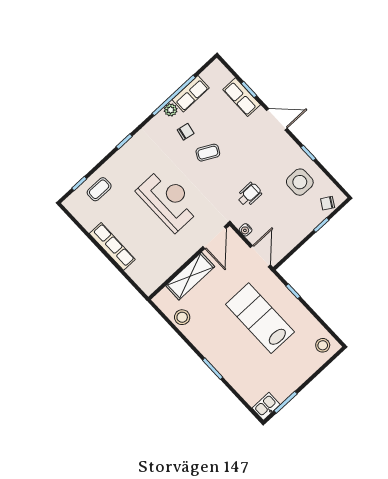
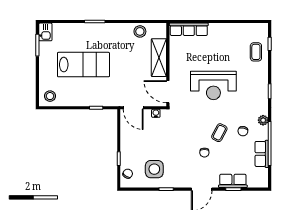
plant: (171, 110) -> (263, 120), moved
chair: (240, 149) -> (204, 153), added
wheelchair: (249, 195) -> (174, 134), removed
row of seats: (112, 246) -> (189, 29), moved
lab bench: (260, 318) -> (83, 65), moved

